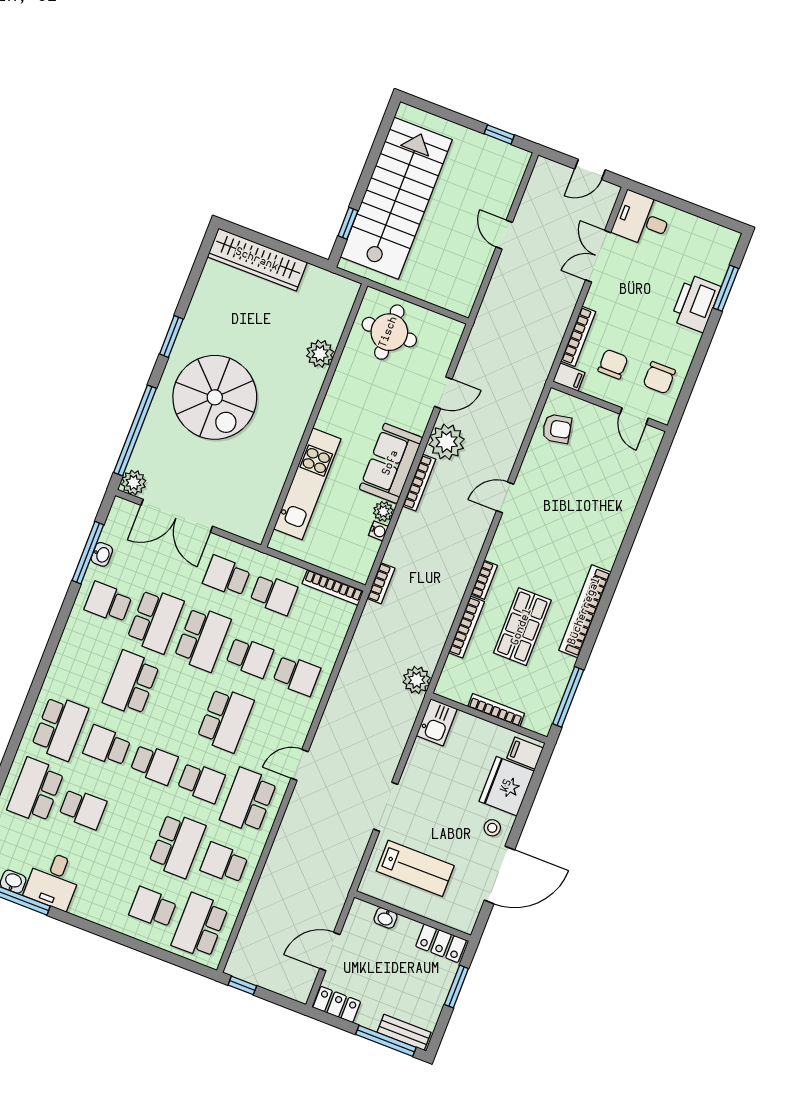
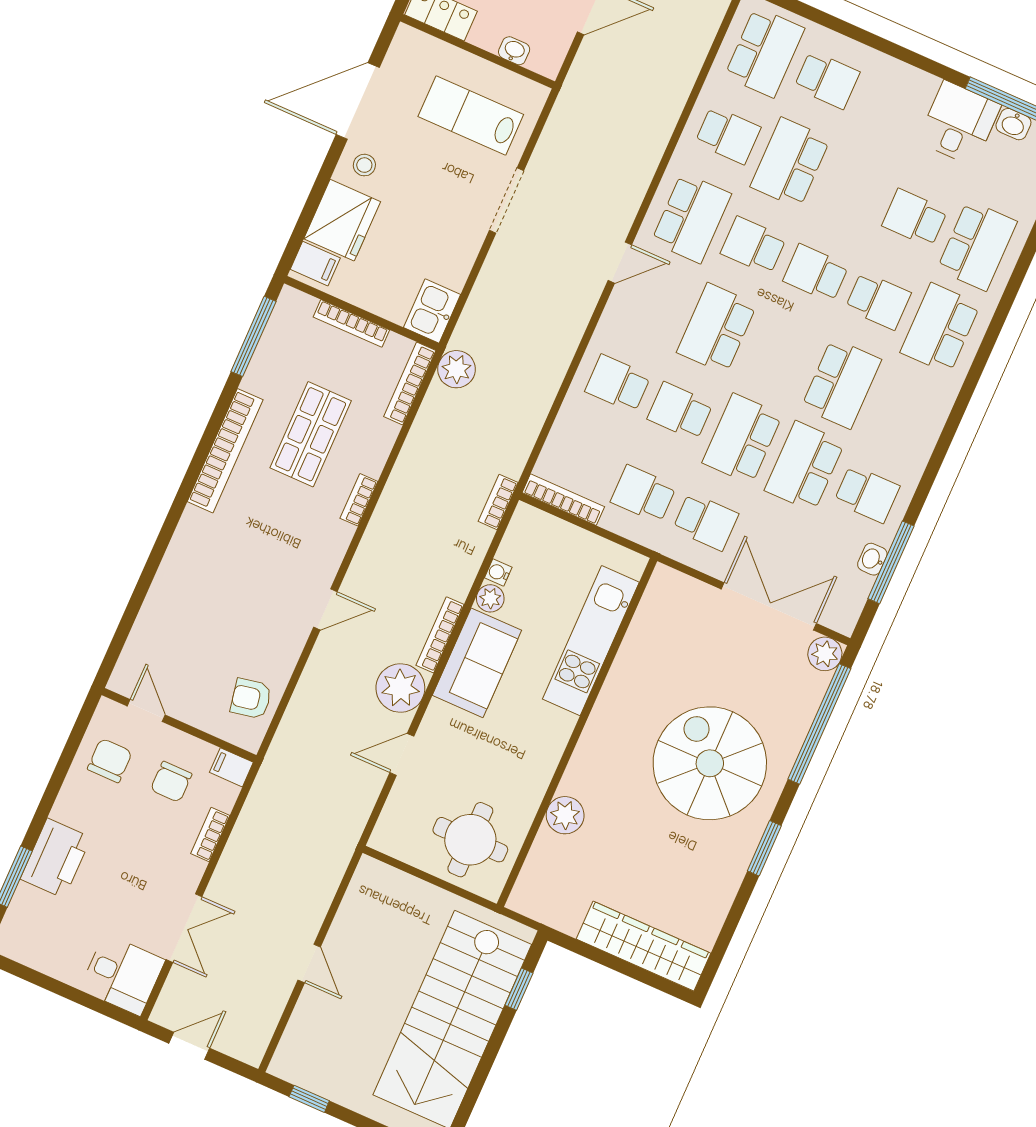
bookcase: (578, 336) -> (210, 835), width x0.64
bookcase: (466, 627) -> (410, 384), moved

